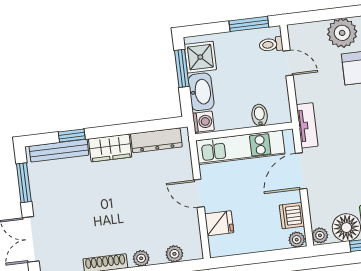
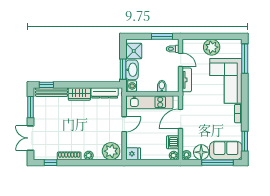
window: (182, 68) -> (123, 69), moved
tv unit: (307, 125) -> (187, 80), moved
window: (72, 135) -> (46, 85), moved
door: (199, 193) -> (124, 124), swing flipped
fridge: (219, 223) -> (133, 154), moved
plant: (174, 254) -> (111, 151), width x1.87, depth x1.87

